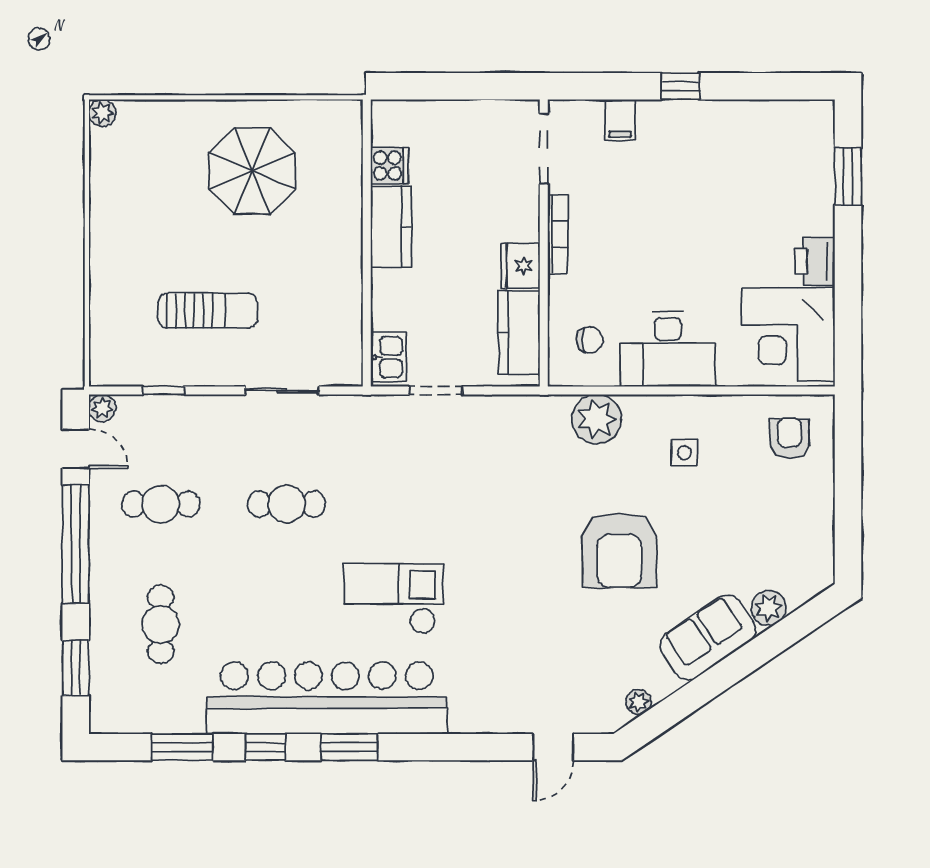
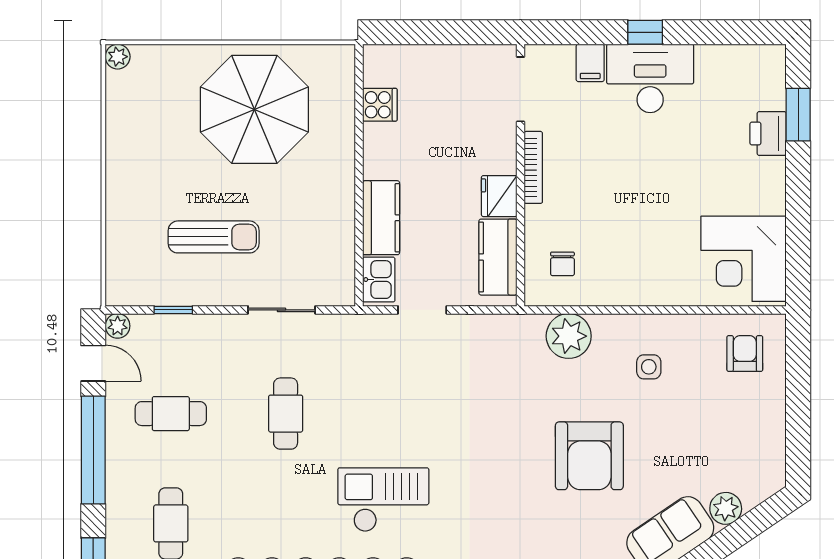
parasol: (252, 171) -> (254, 109), width x1.36, depth x1.36
kitchen counter: (391, 227) -> (381, 218), moved
printer: (815, 261) -> (768, 133), moved
chair: (590, 340) -> (562, 264), turned 90
desk: (668, 349) -> (650, 78), moved, turned 180
cafe table: (286, 504) -> (286, 414), turned 90

